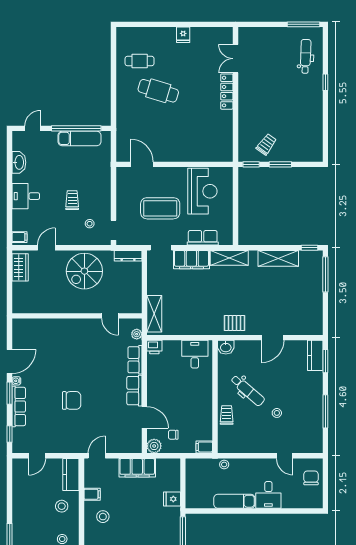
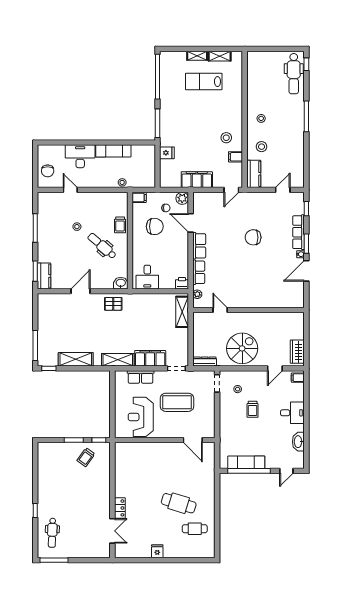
locker: (227, 92) -> (120, 508), width x0.66
chair: (186, 413) -> (155, 226), added
desk: (268, 495) -> (80, 156), width x1.37

